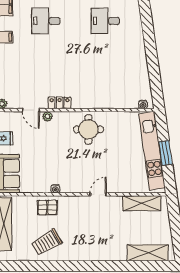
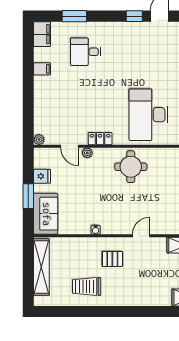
desk: (105, 21) -> (149, 115), moved, width x1.87, depth x1.30
pallet: (47, 207) -> (112, 259), moved
trolley: (47, 242) -> (87, 286), turned 31

